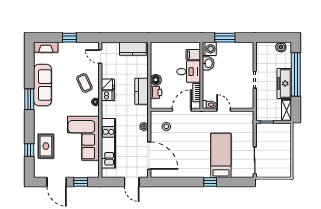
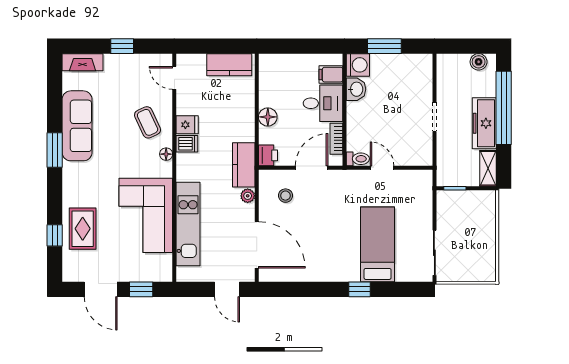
kitchen counter: (141, 91) -> (244, 165), moved
printer: (156, 92) -> (268, 155), moved

